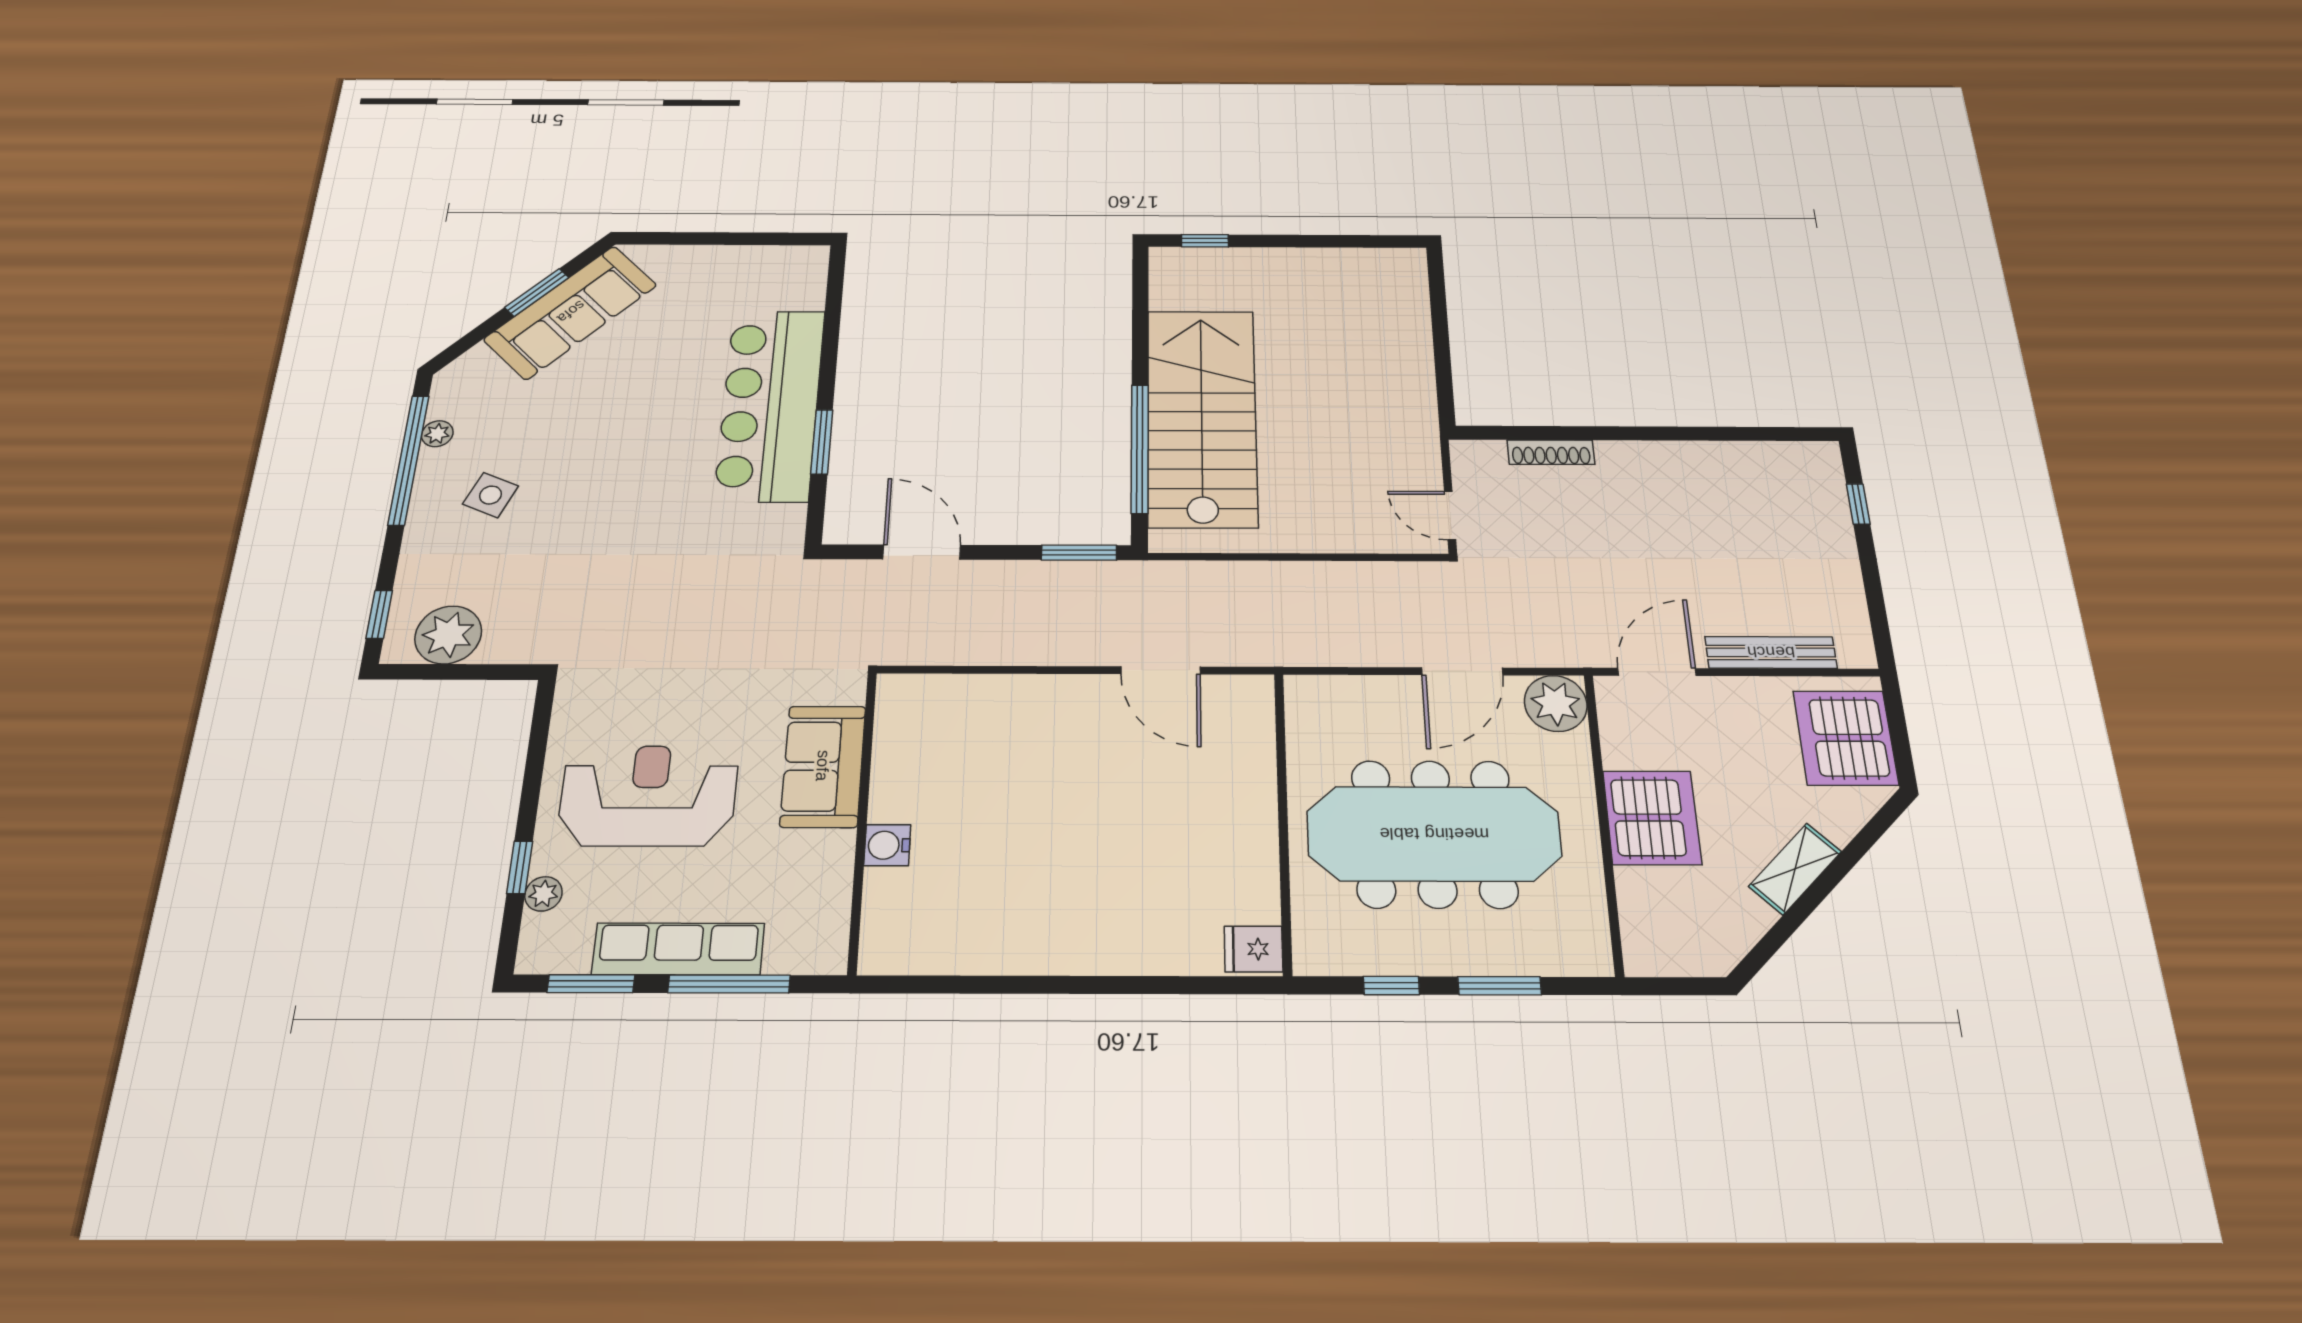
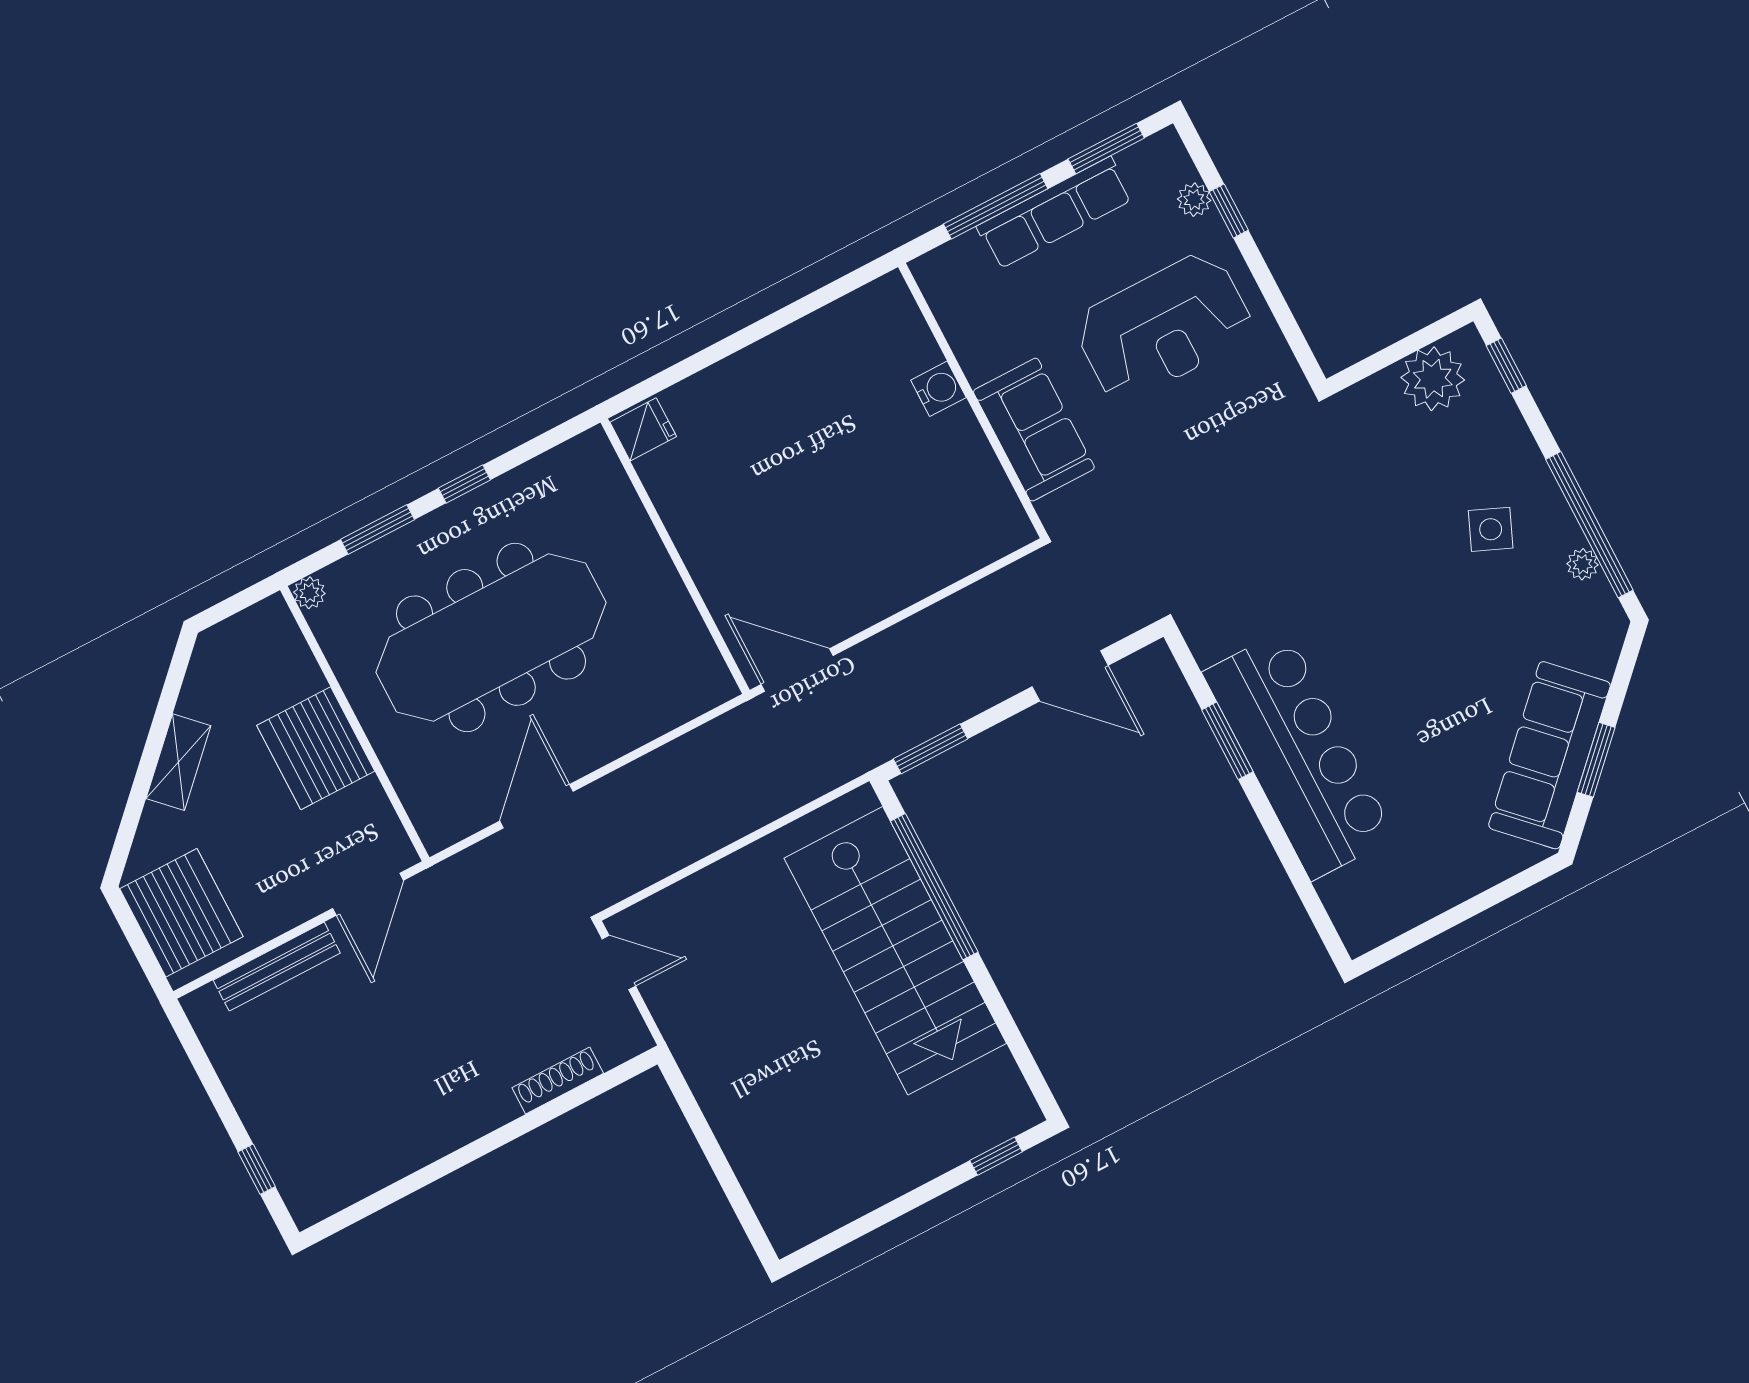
plant: (1556, 703) -> (309, 593), moved, width x0.53, depth x0.53
wall: (1283, 820) -> (675, 556), moved
fridge: (1253, 949) -> (643, 429), moved

